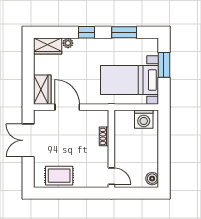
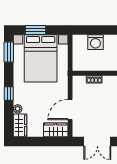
window: (124, 32) -> (9, 52), moved
bed with nightstands: (130, 80) -> (41, 58), width x1.36
washing machine: (144, 119) -> (95, 42), moved, turned 90

